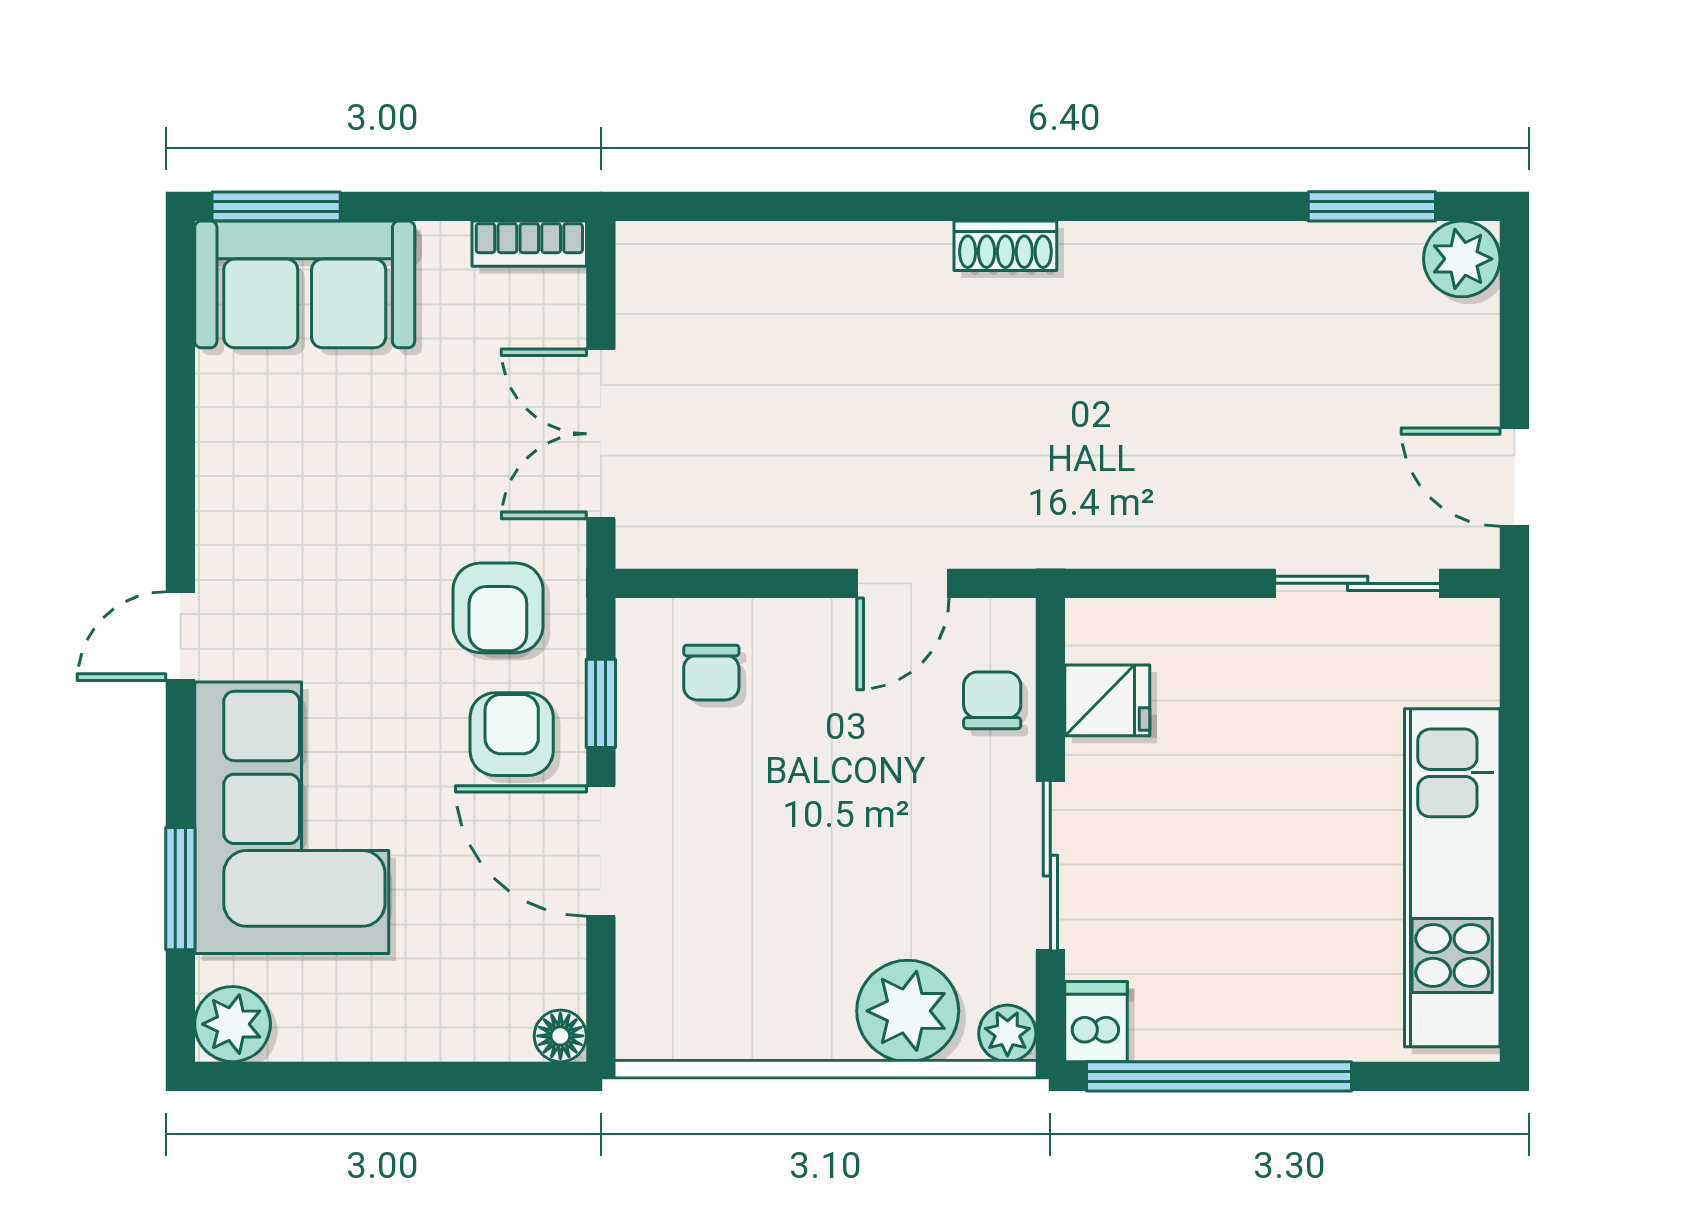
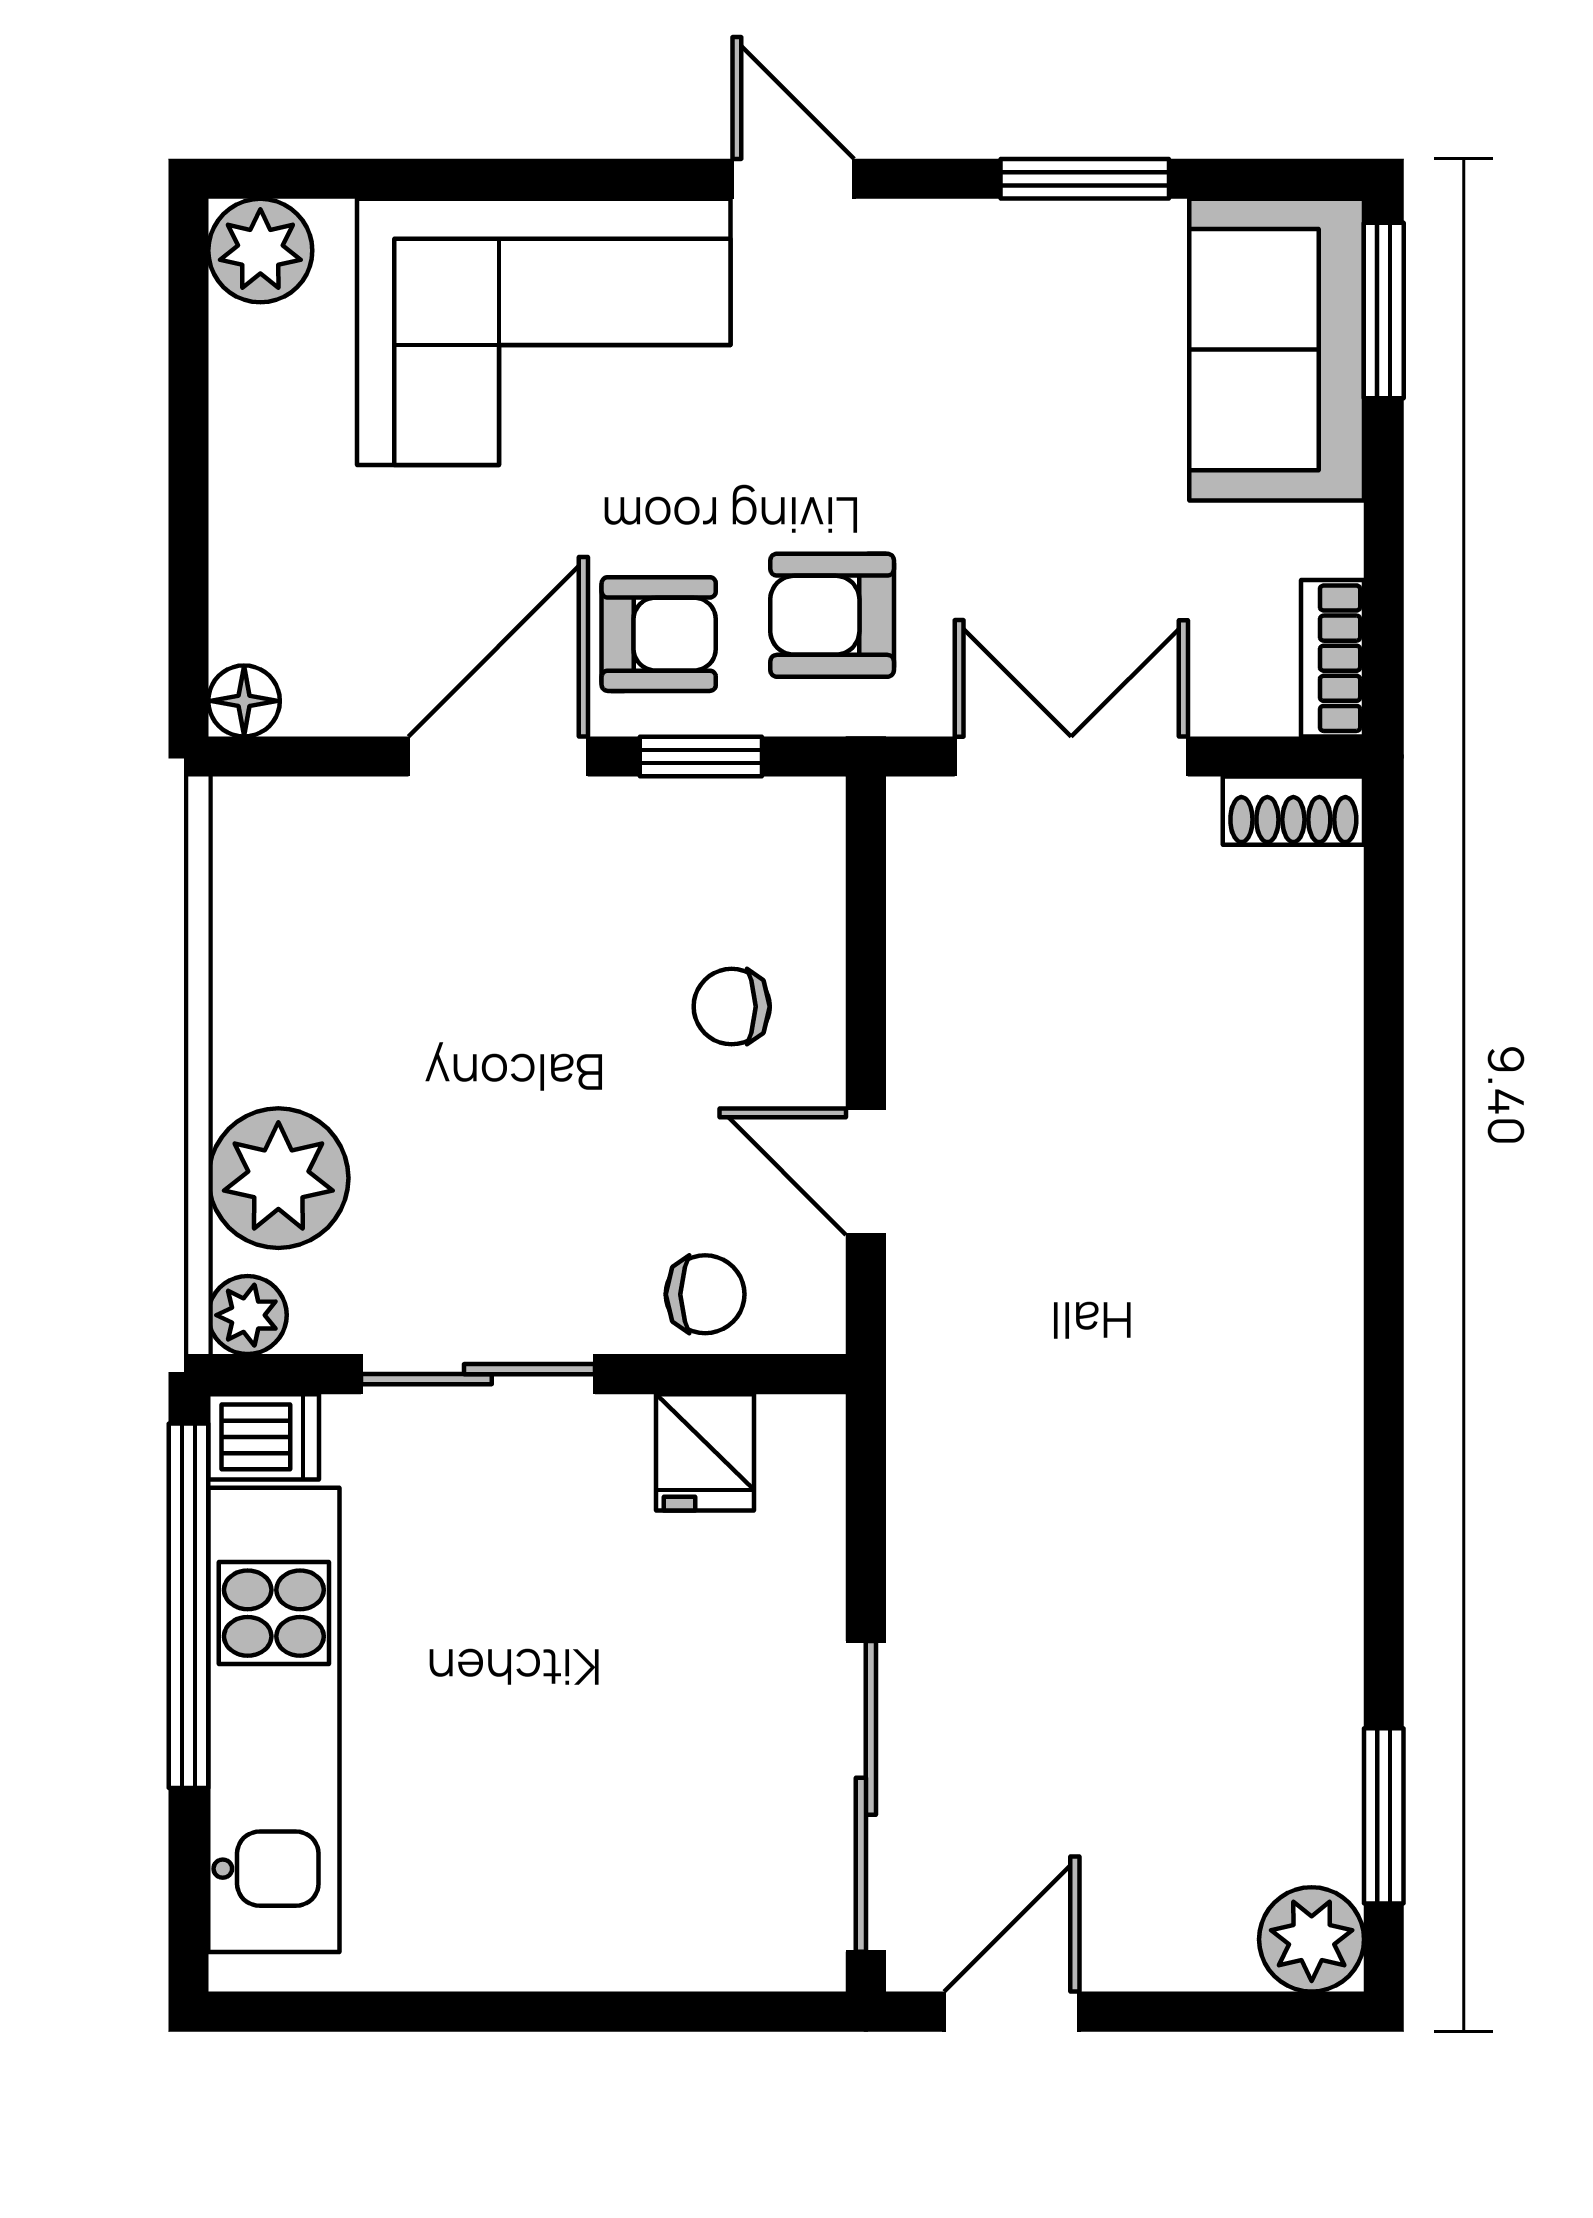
shoe rack: (1005, 246) -> (1293, 811), moved, turned -90
sliding door: (1358, 583) -> (866, 1796), width x1.37
chair: (711, 673) -> (732, 1007), moved
kitchen unit: (1452, 878) -> (274, 1720), moved, turned 90
window: (180, 889) -> (1085, 179), moved

